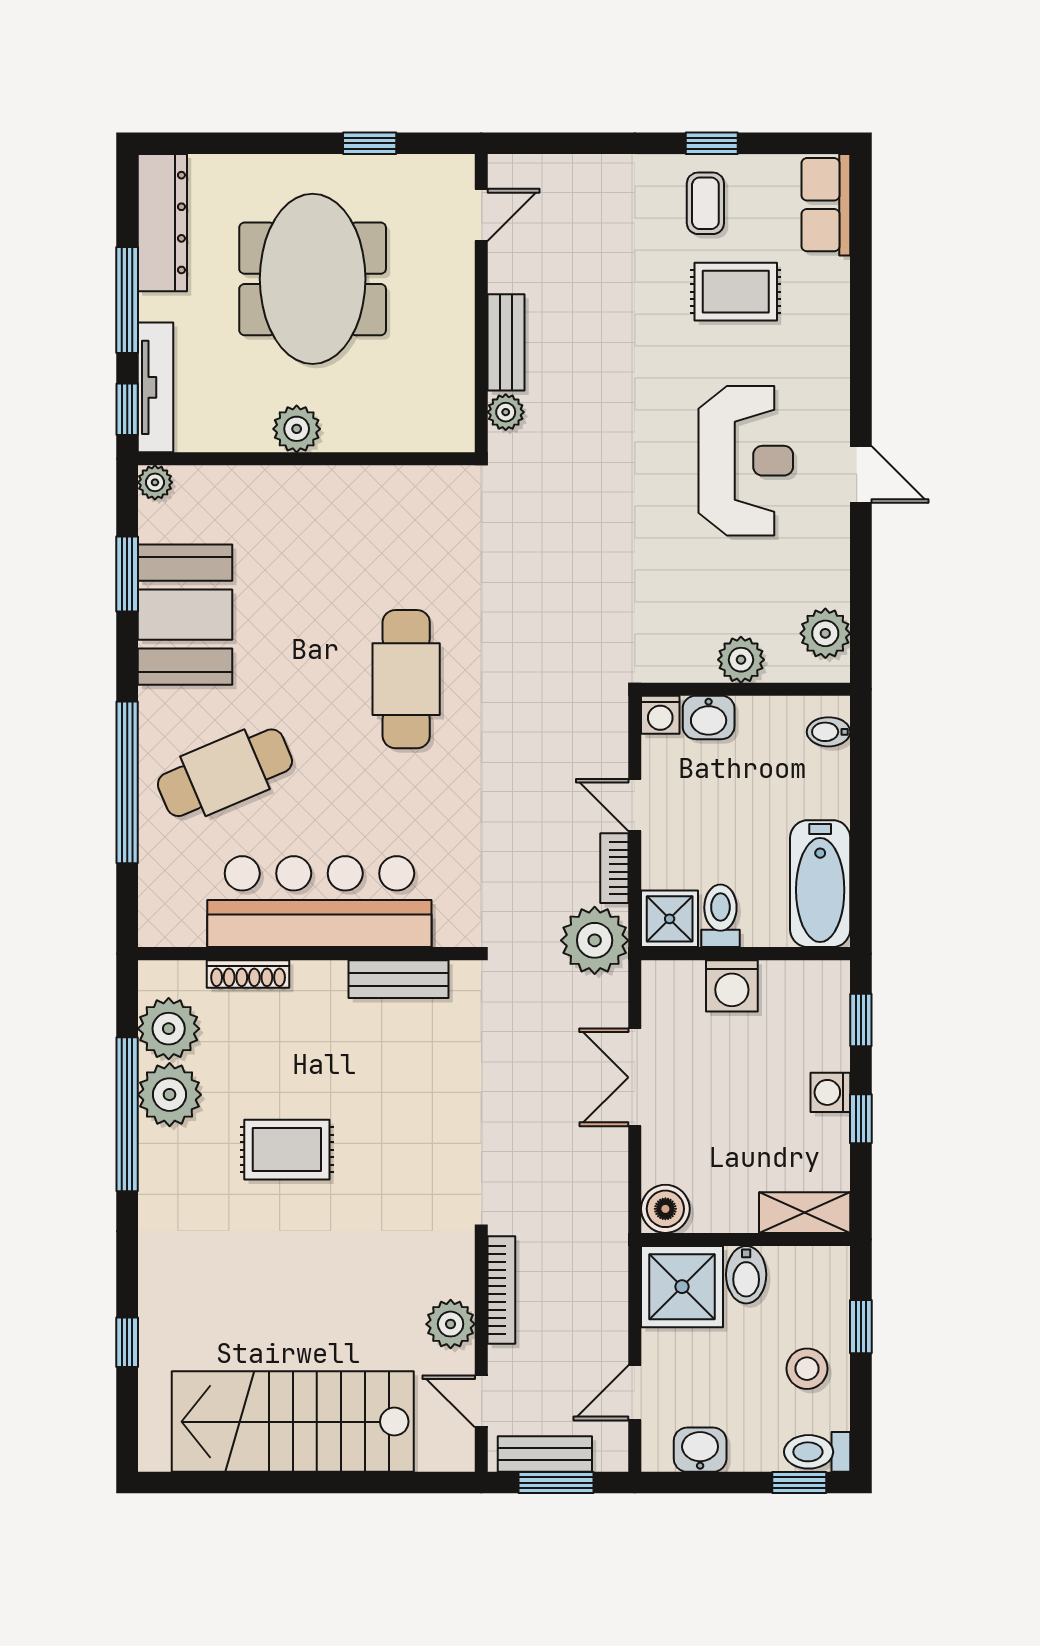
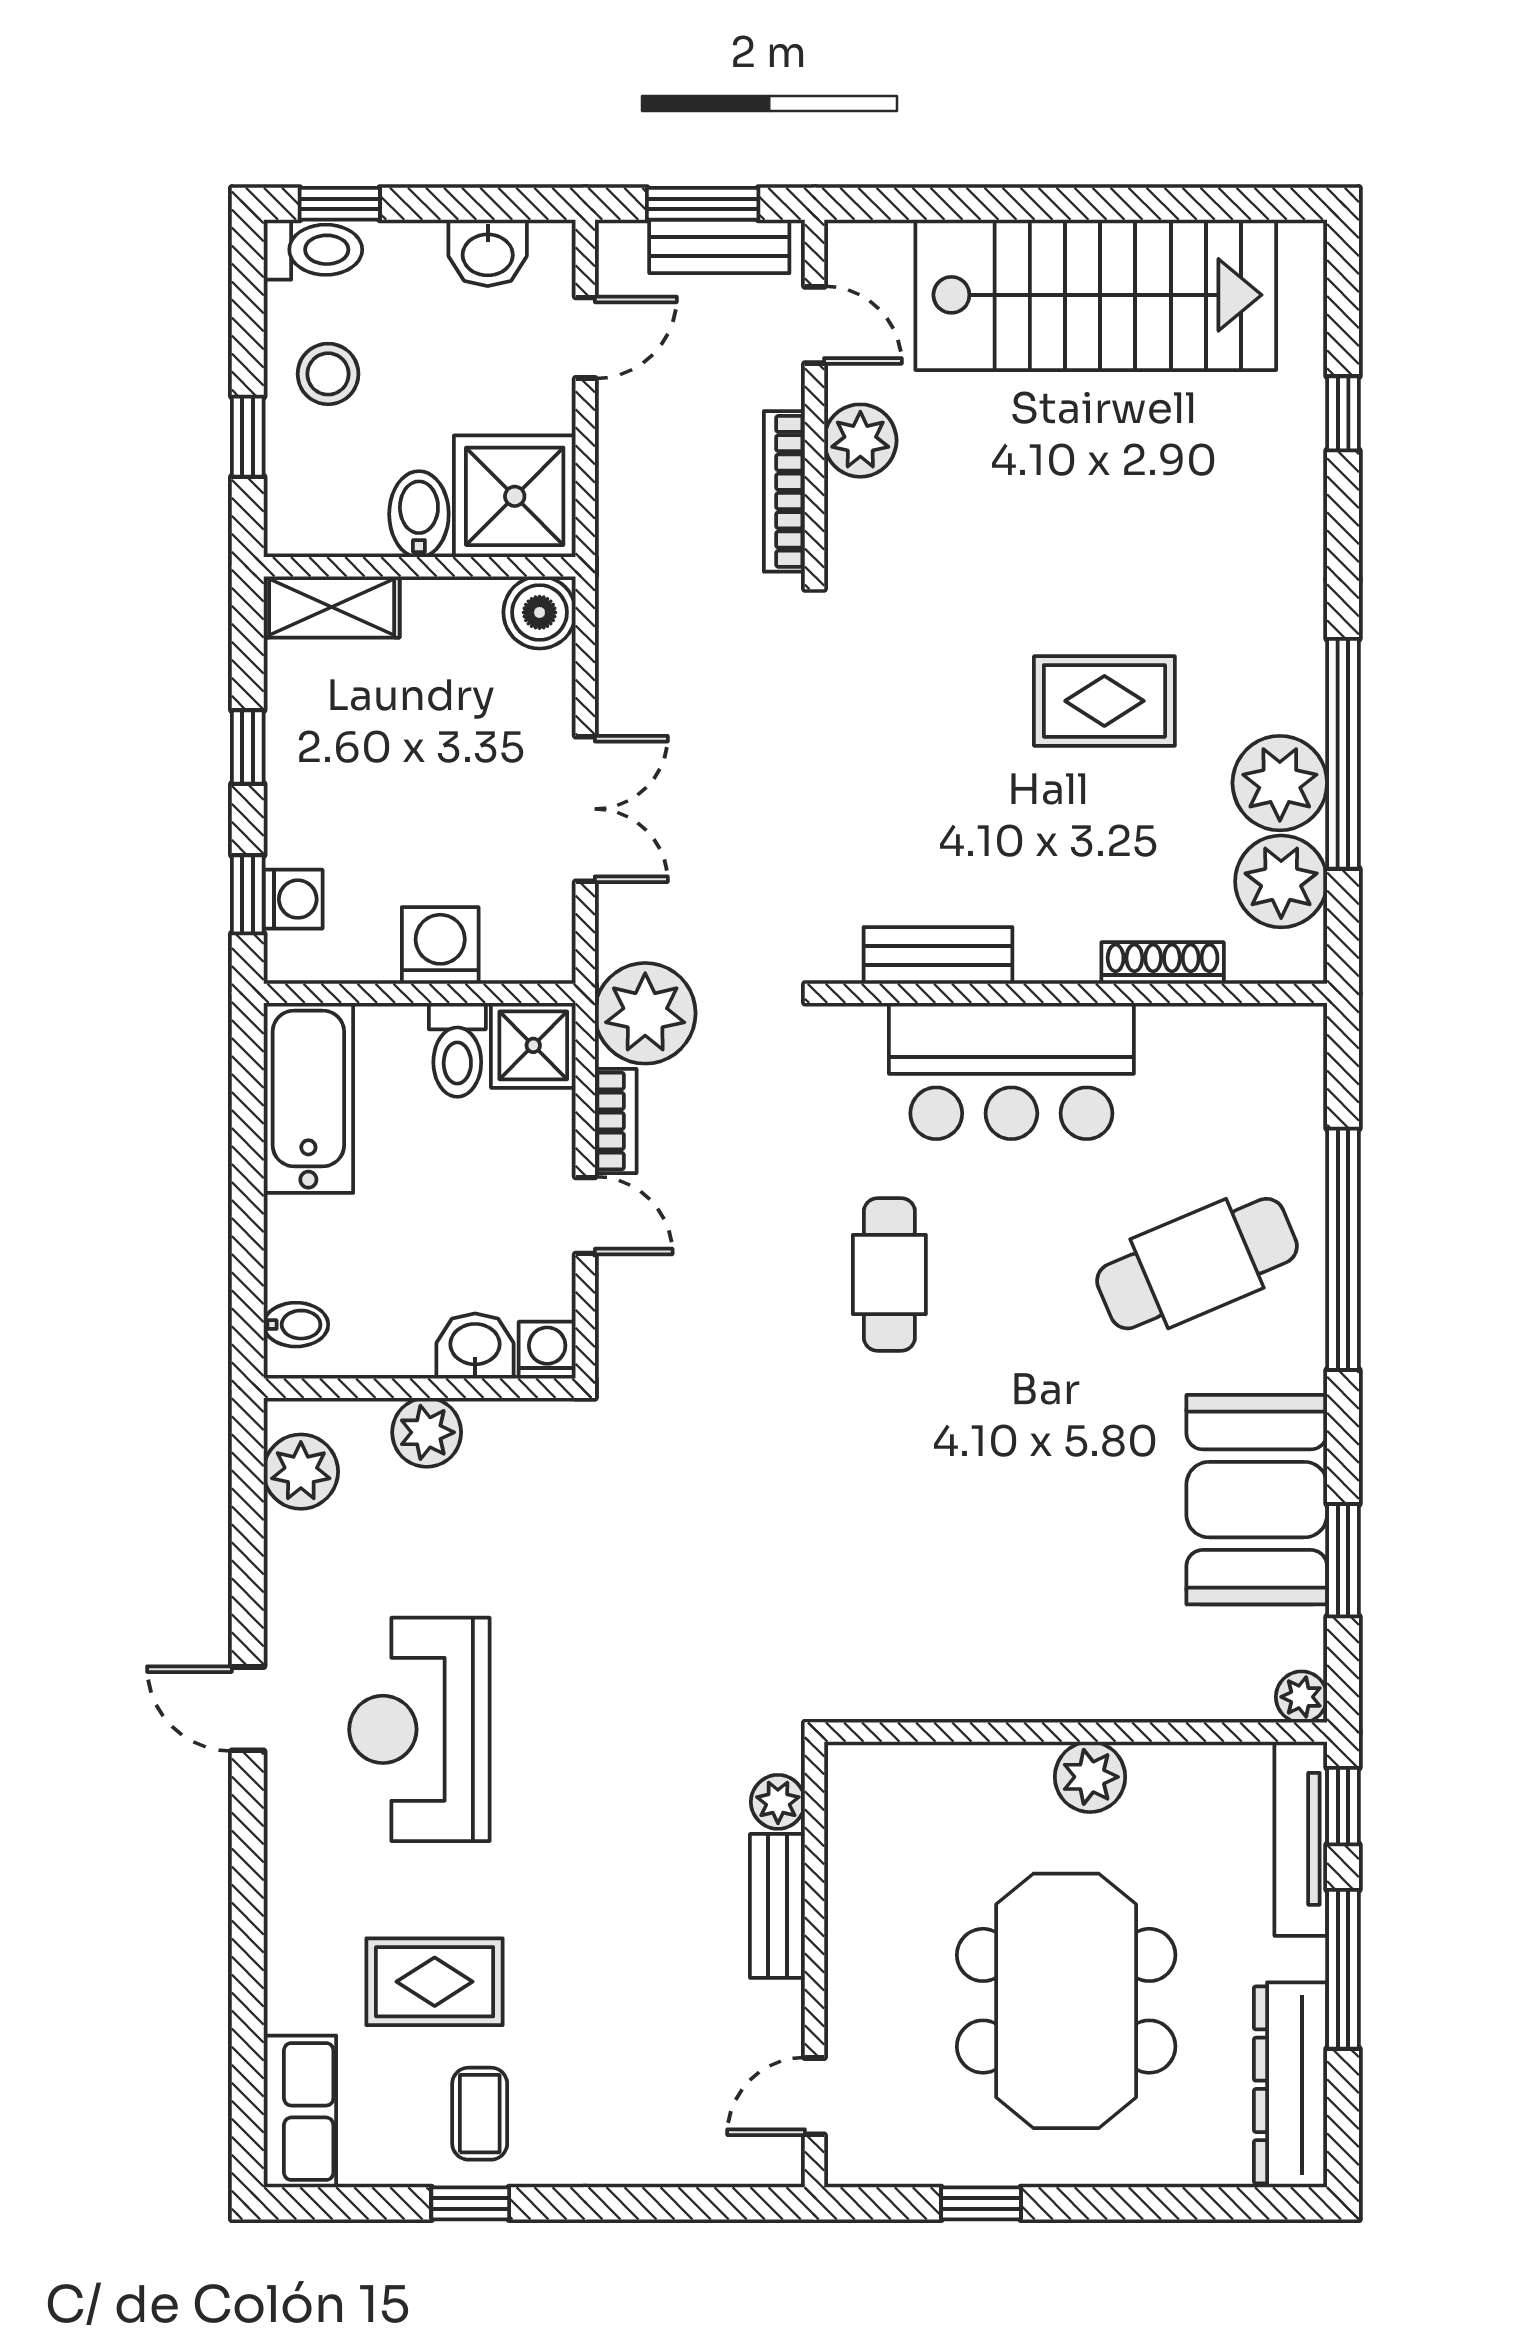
cafe table: (406, 679) -> (889, 1274), moved, width x0.73, depth x0.74
bar counter: (319, 902) -> (1011, 1071), width x0.73
washing machine: (830, 1092) -> (293, 899), moved

